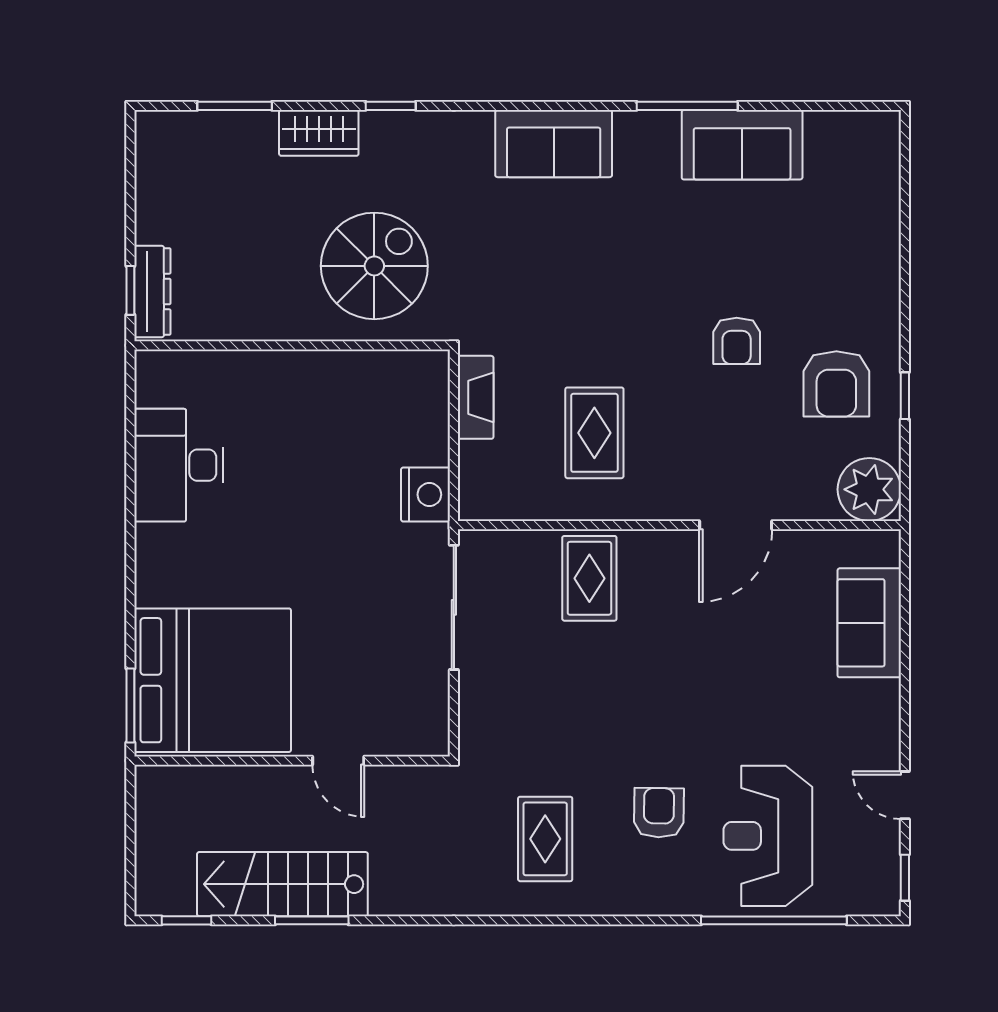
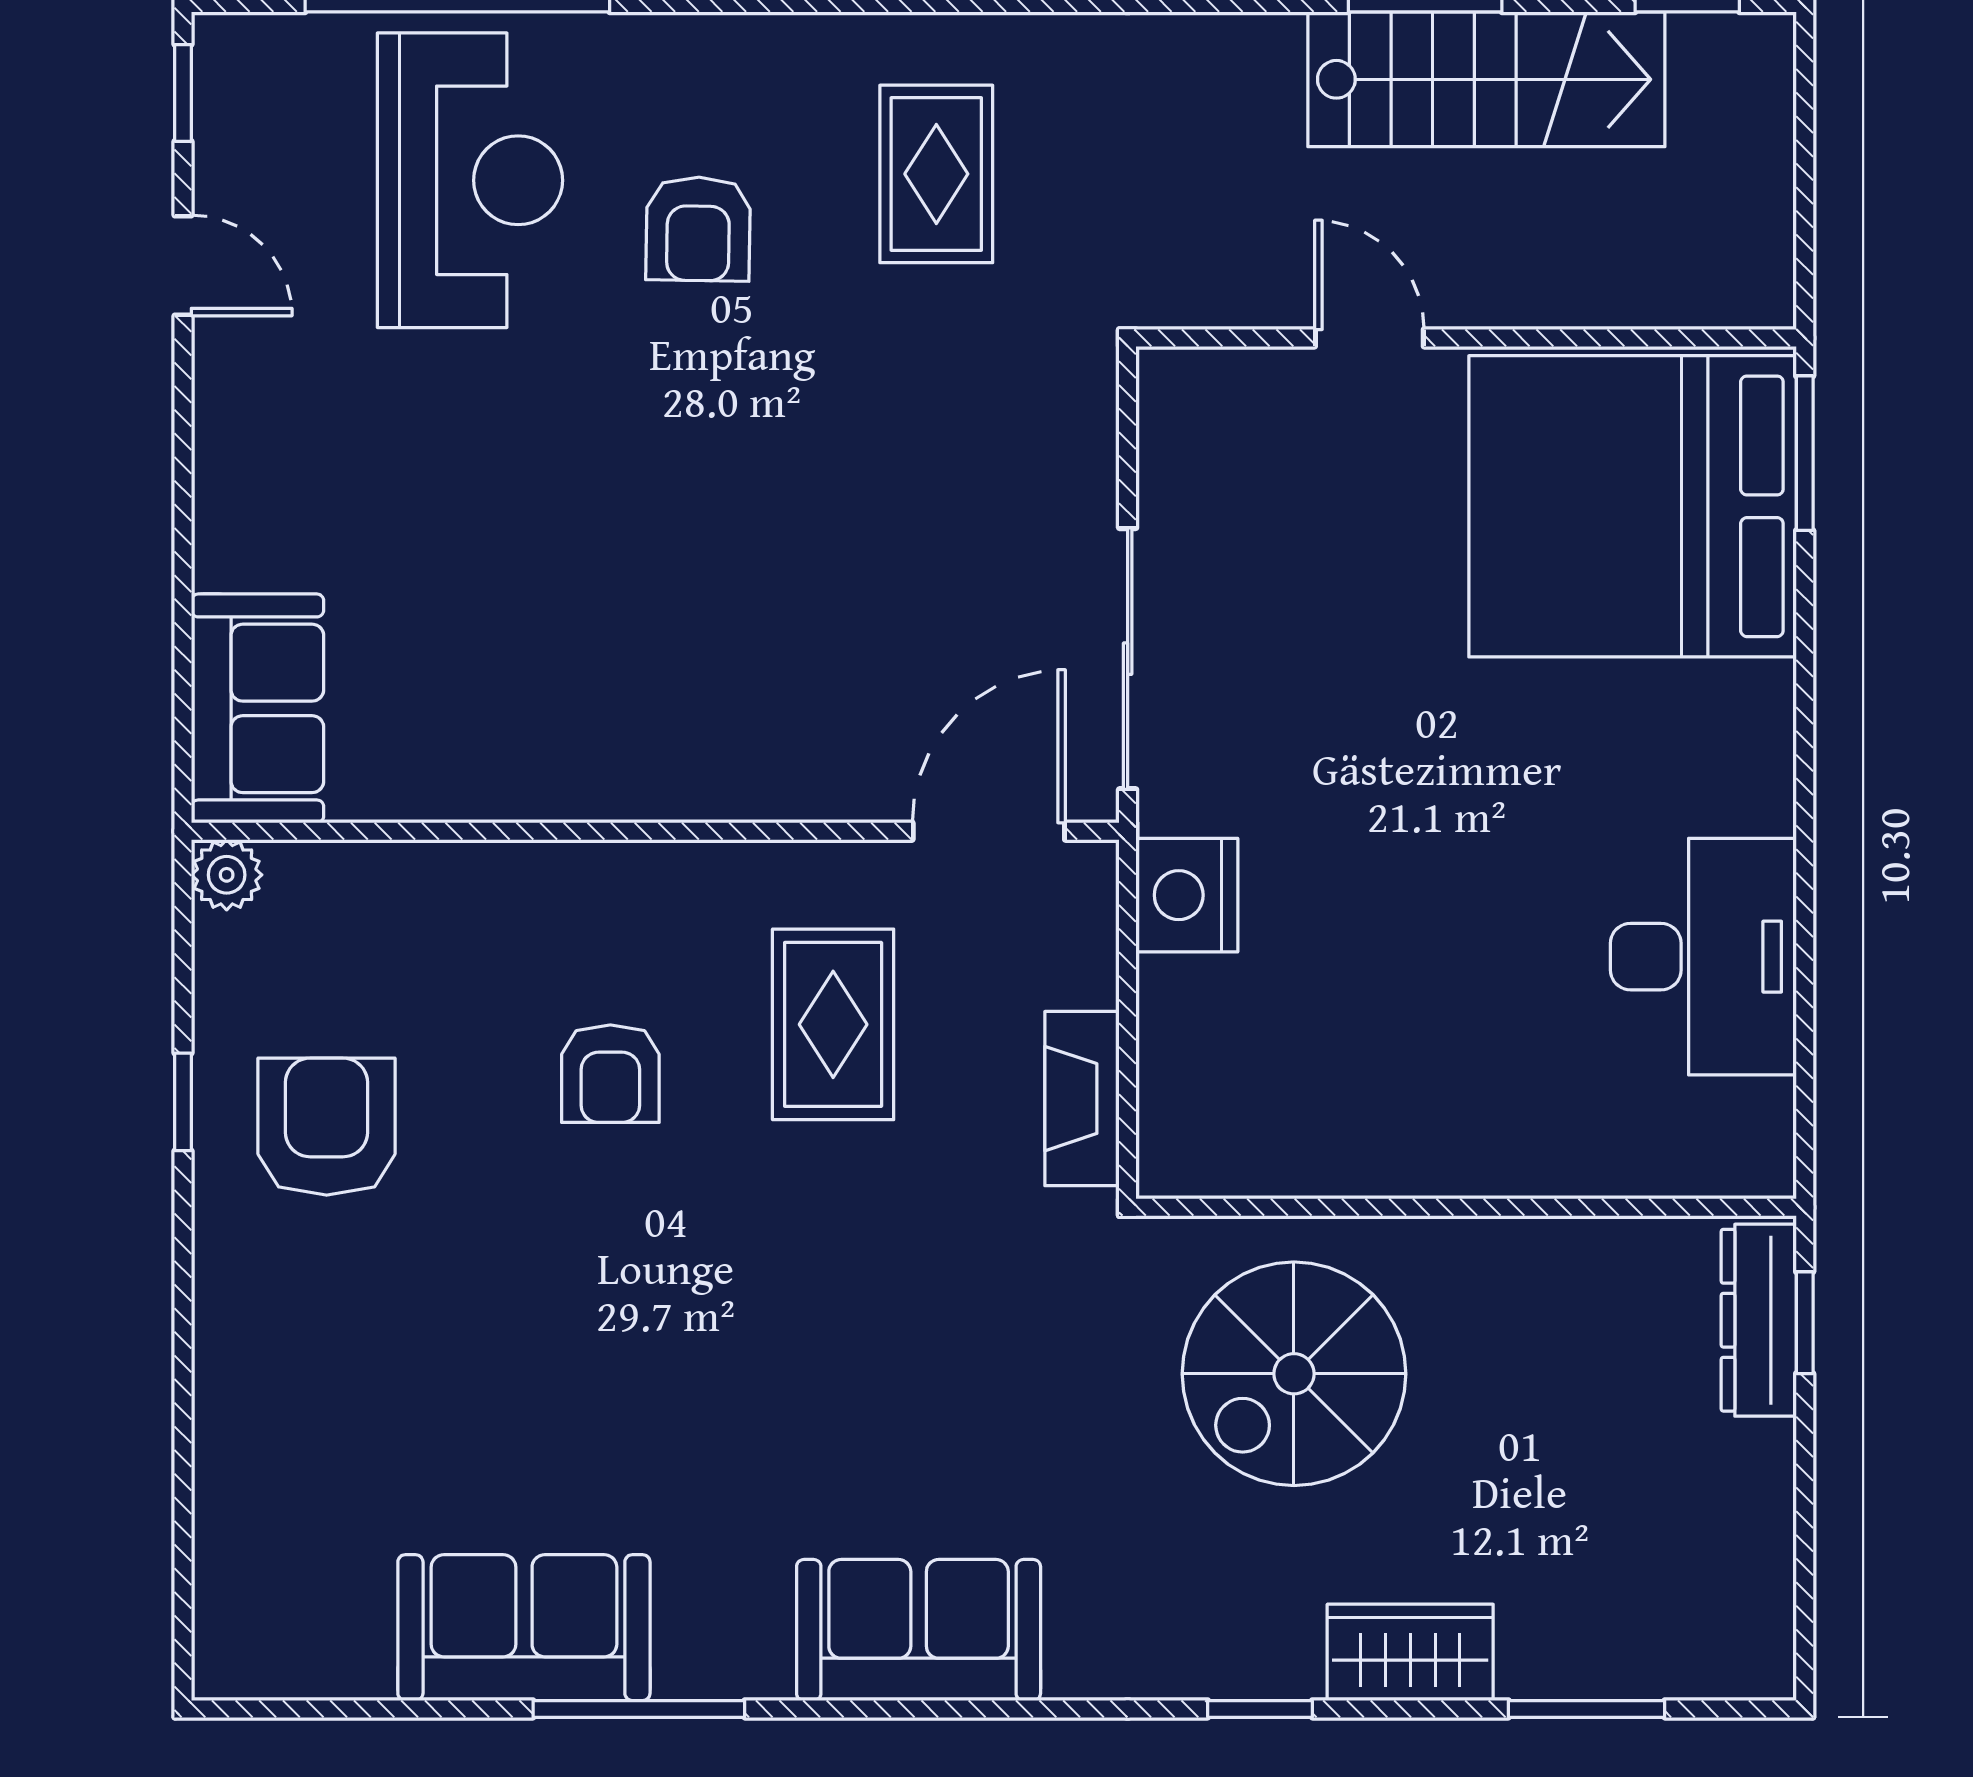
armchair: (737, 341) -> (610, 1074), moved, turned 180
plant: (869, 489) -> (227, 875), width x0.53, depth x0.53
door: (736, 525) -> (989, 831), moved
rug: (589, 578) -> (844, 720), removed
sofa: (869, 623) -> (257, 708), moved

